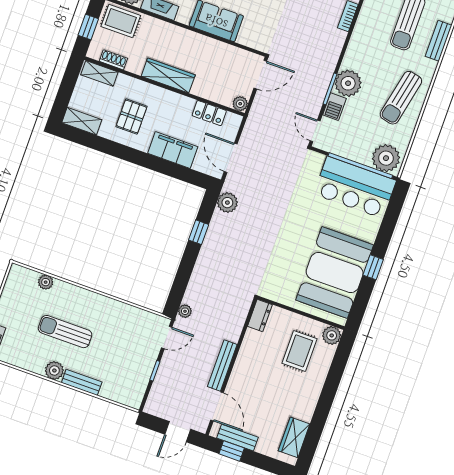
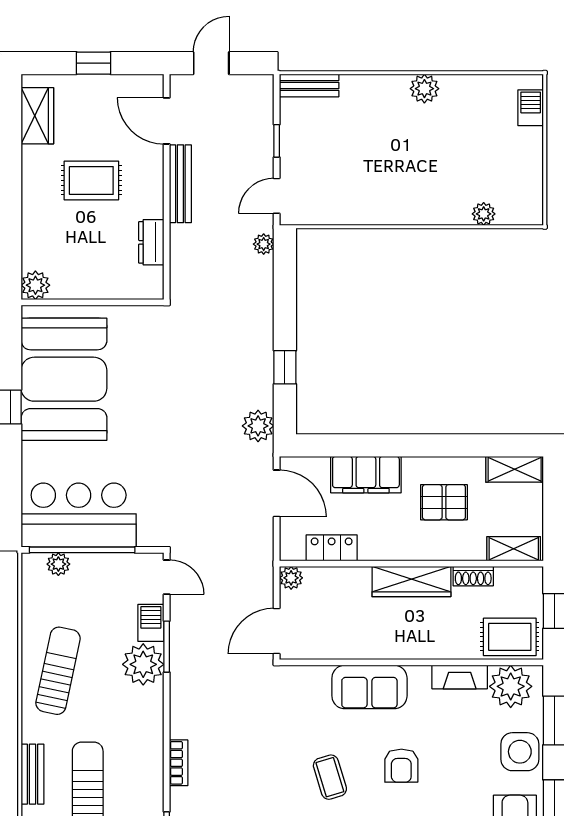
shoe rack: (113, 60) -> (473, 576), moved
pallet: (132, 116) -> (444, 502), turned 90
plant: (386, 158) -> (58, 564), width x0.53, depth x0.53
dresser: (260, 315) -> (151, 242), moved
sun lounger: (65, 332) -> (429, 151), removed
rug: (299, 351) -> (91, 180), moved, turned 90
bench: (82, 382) -> (309, 86), moved
bench: (237, 438) -> (120, 86), removed
window: (232, 451) -> (94, 63), moved

